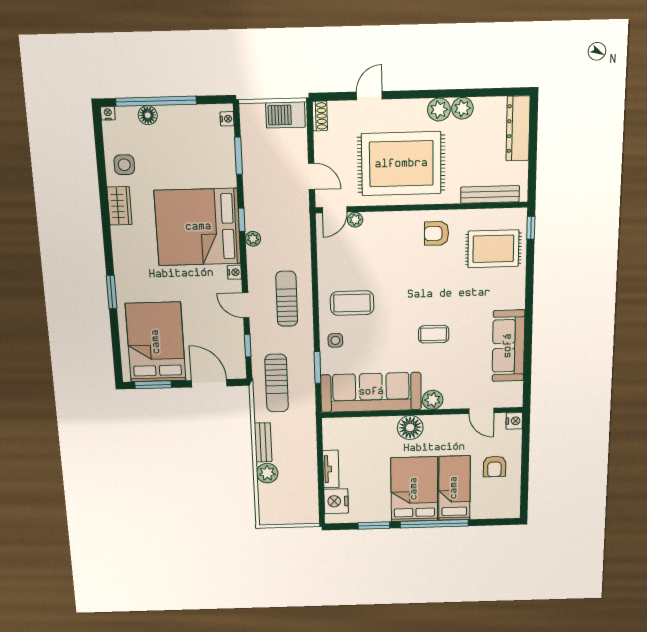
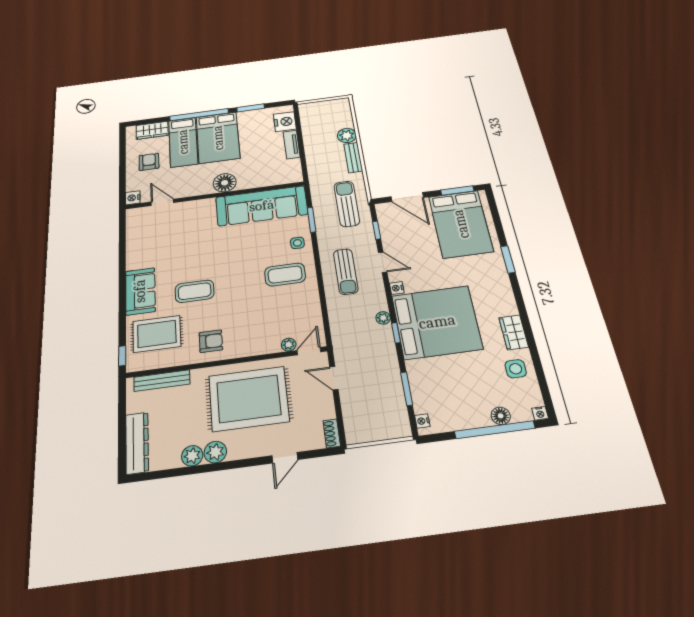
barbecue: (286, 115) -> (365, 431), removed
coffee table: (434, 334) -> (195, 291), moved, width x1.36, depth x1.30
sofa: (508, 346) -> (140, 291), moved, width x0.73
plant: (433, 400) -> (206, 206), removed
wardrobe: (489, 509) -> (152, 130), added

